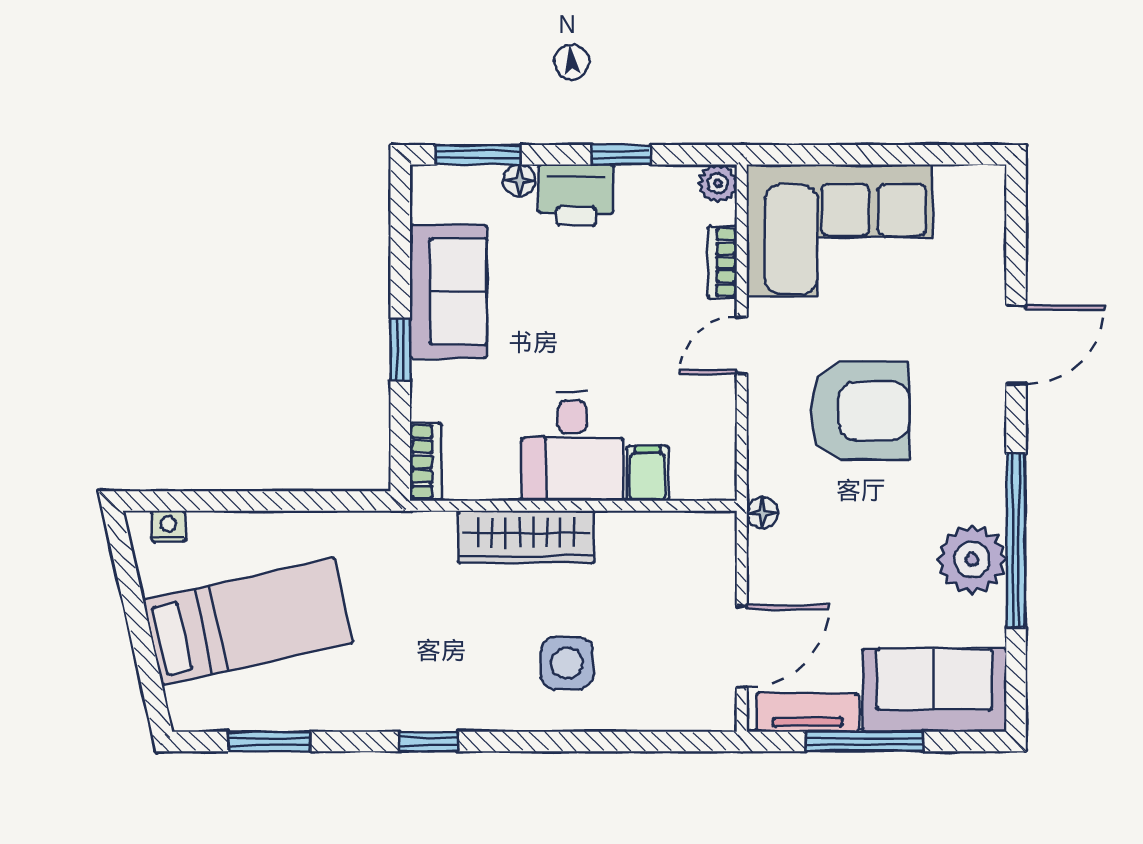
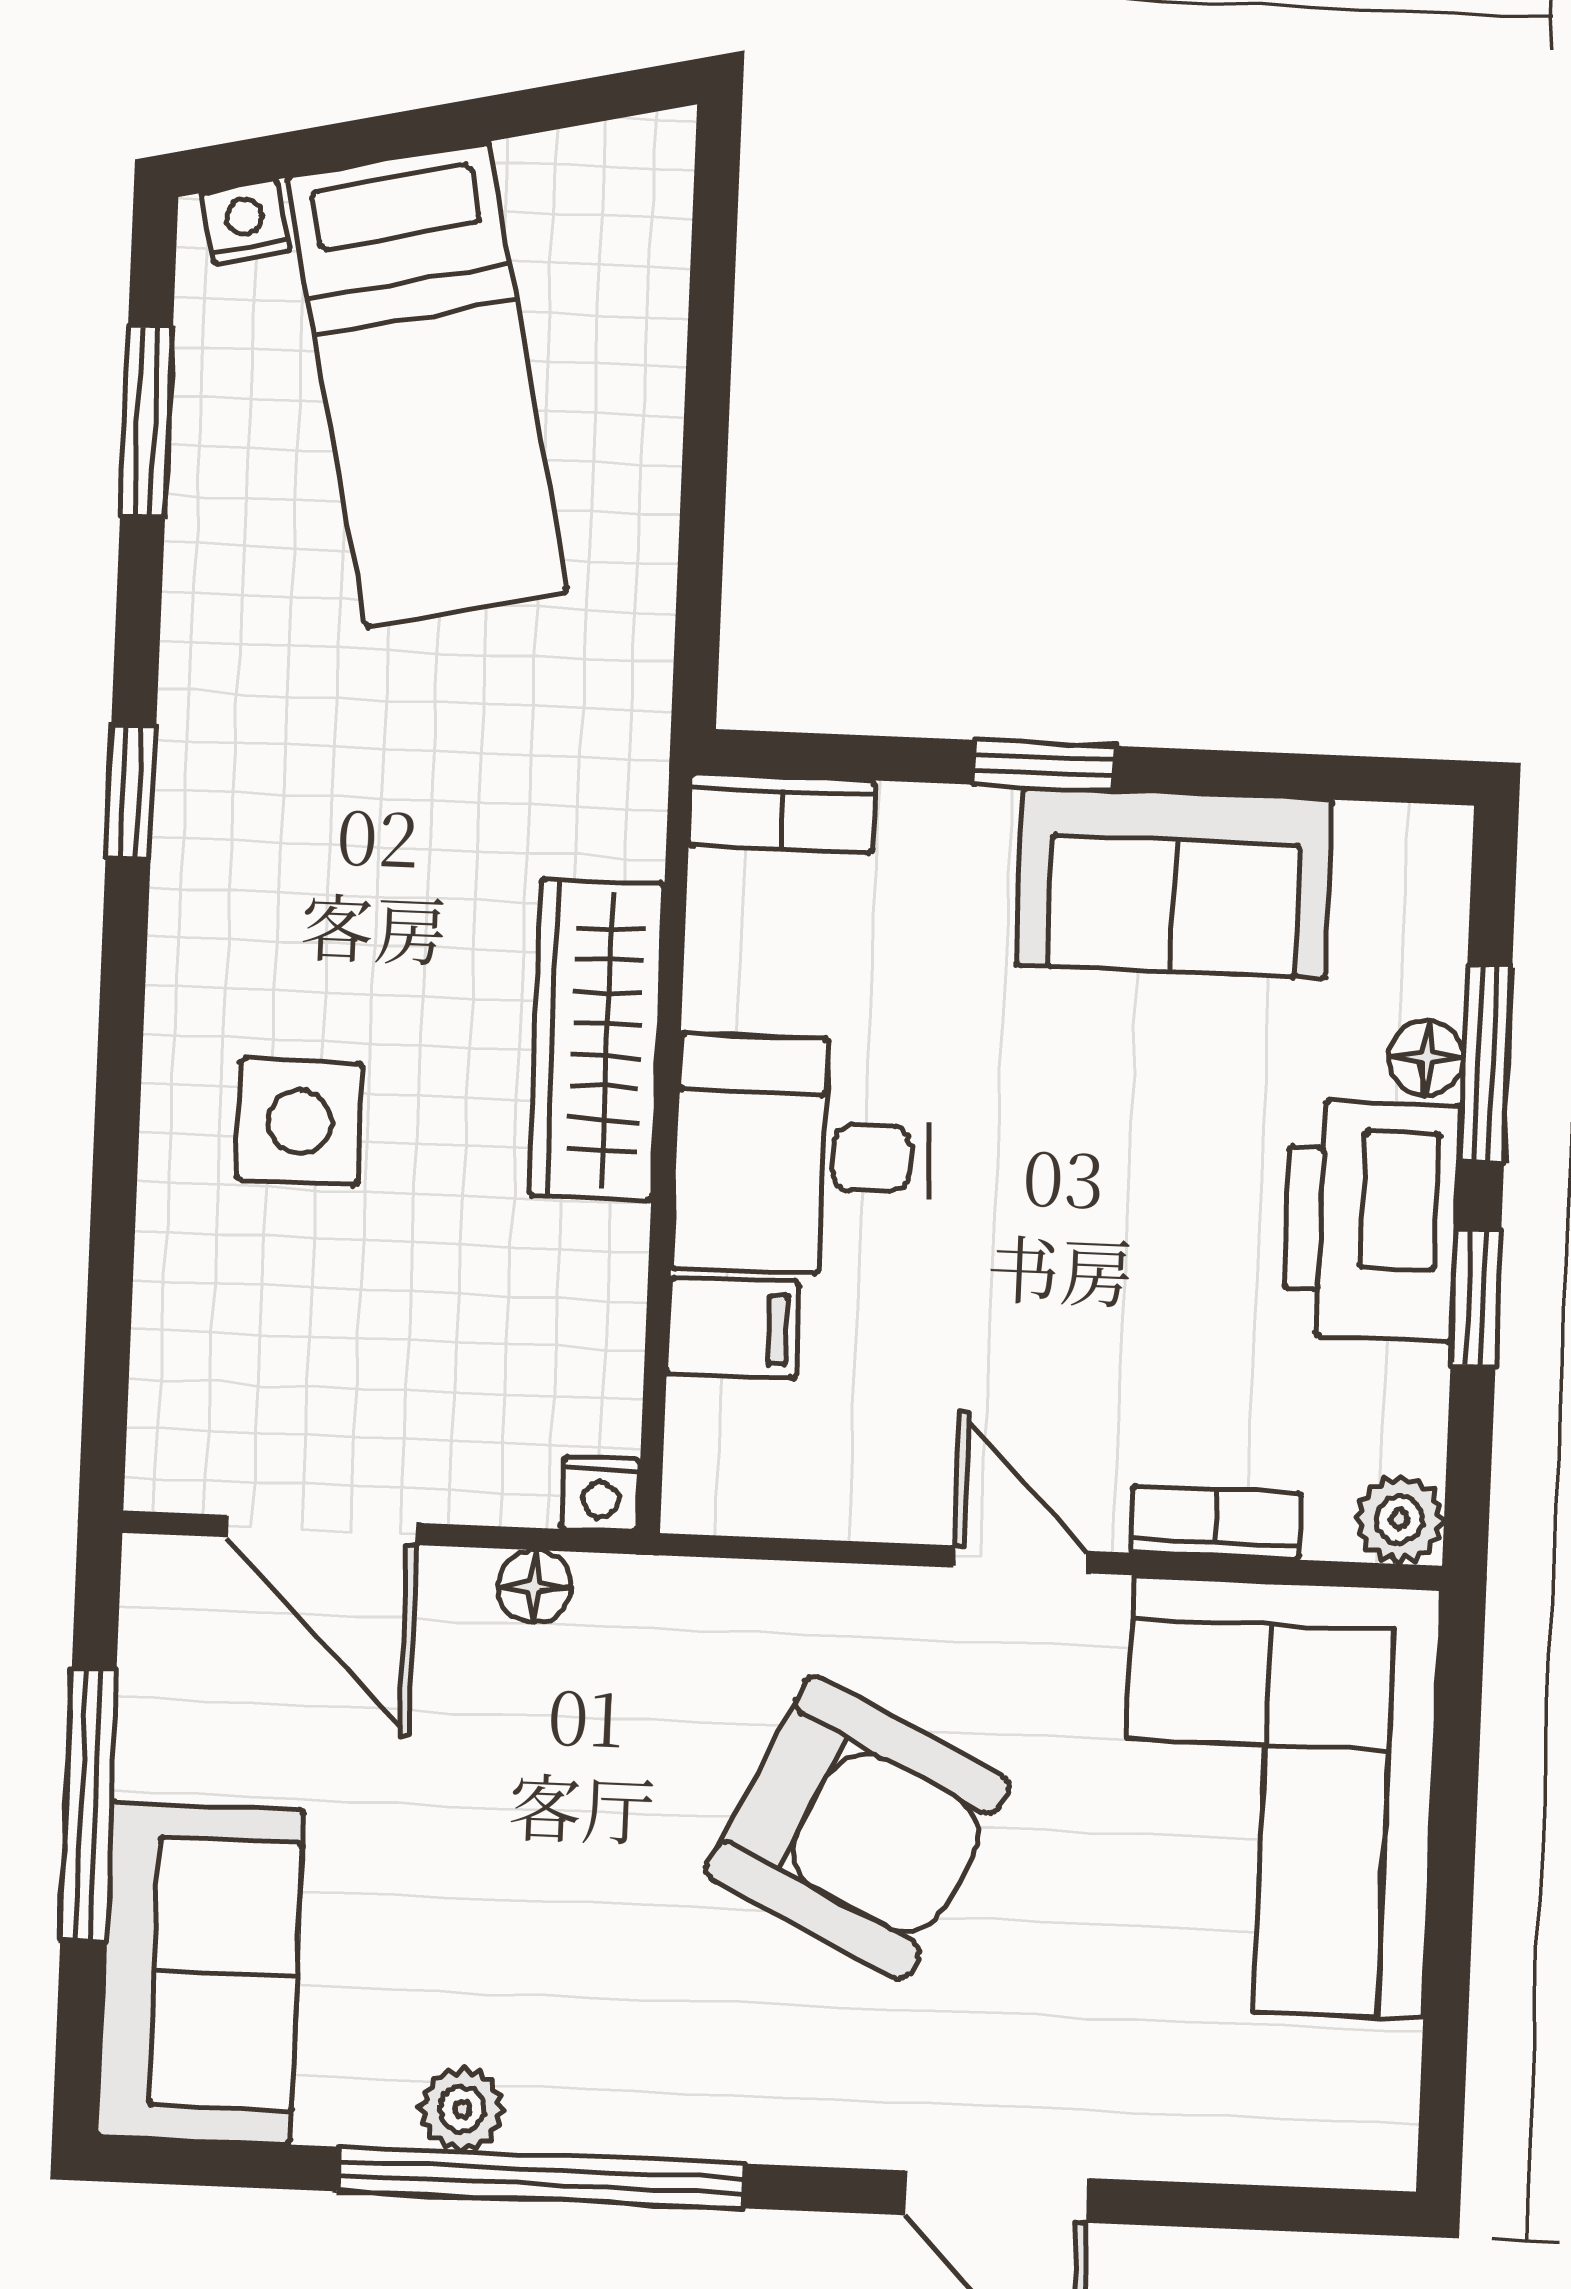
window: (478, 155) -> (1486, 1064), moved
printer: (576, 195) -> (1372, 1220), width x1.37, depth x1.19
armchair: (860, 411) -> (857, 1828), turned -64
floor lamp: (762, 513) -> (535, 1587), moved
nightstand: (168, 526) -> (246, 222), moved, turned -103
nightstand: (721, 527) -> (601, 1494), added
plant: (972, 559) -> (462, 2109), width x0.53, depth x0.53
tv unit: (807, 712) -> (162, 1676), removed

